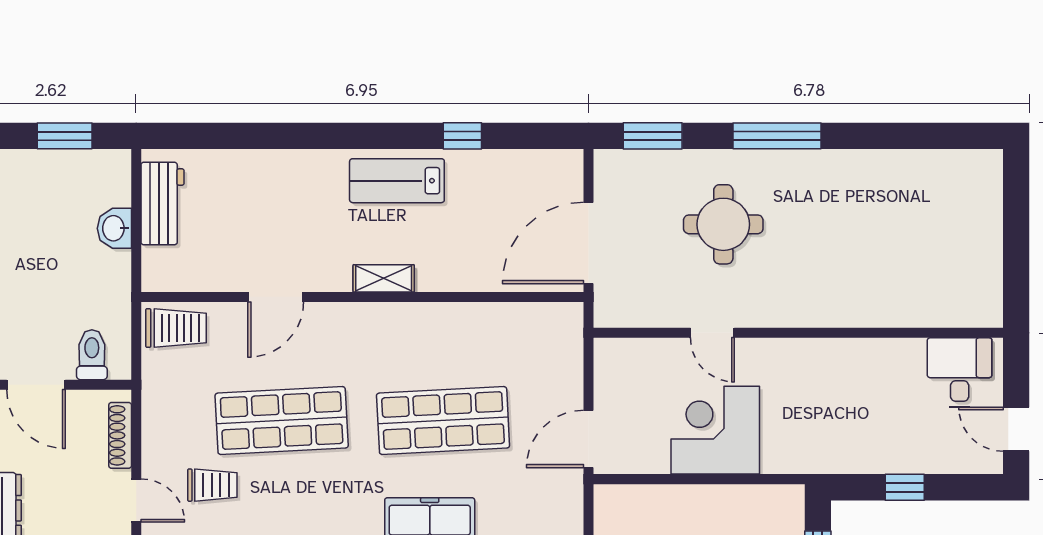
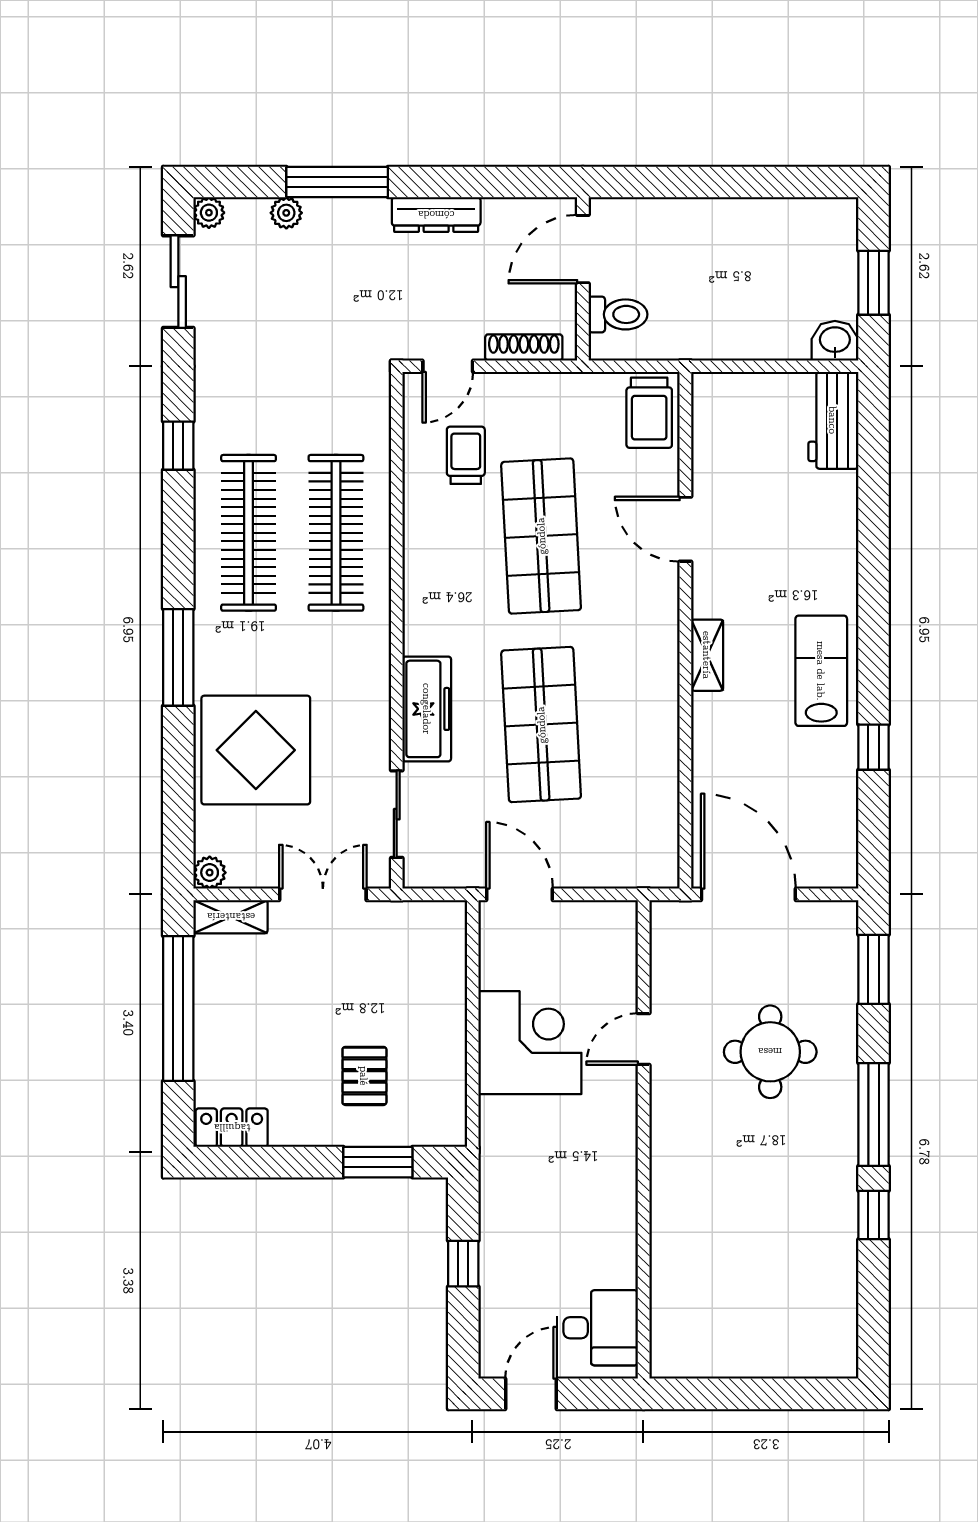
window: (863, 136) -> (873, 1215), added
workbench: (163, 204) -> (833, 420), moved, turned 90
washbasin: (114, 228) -> (835, 341), moved
trolley: (212, 485) -> (466, 455), turned 180

